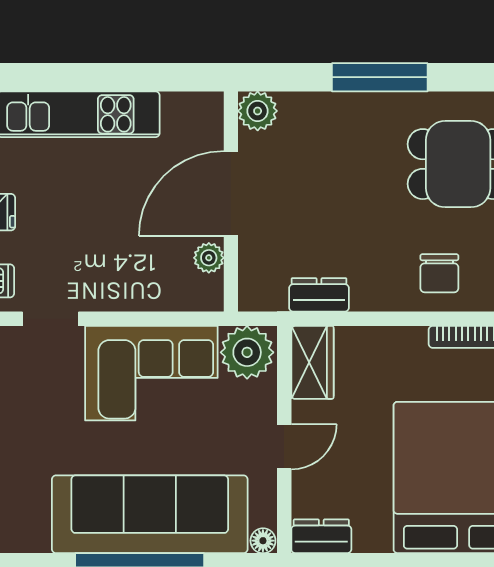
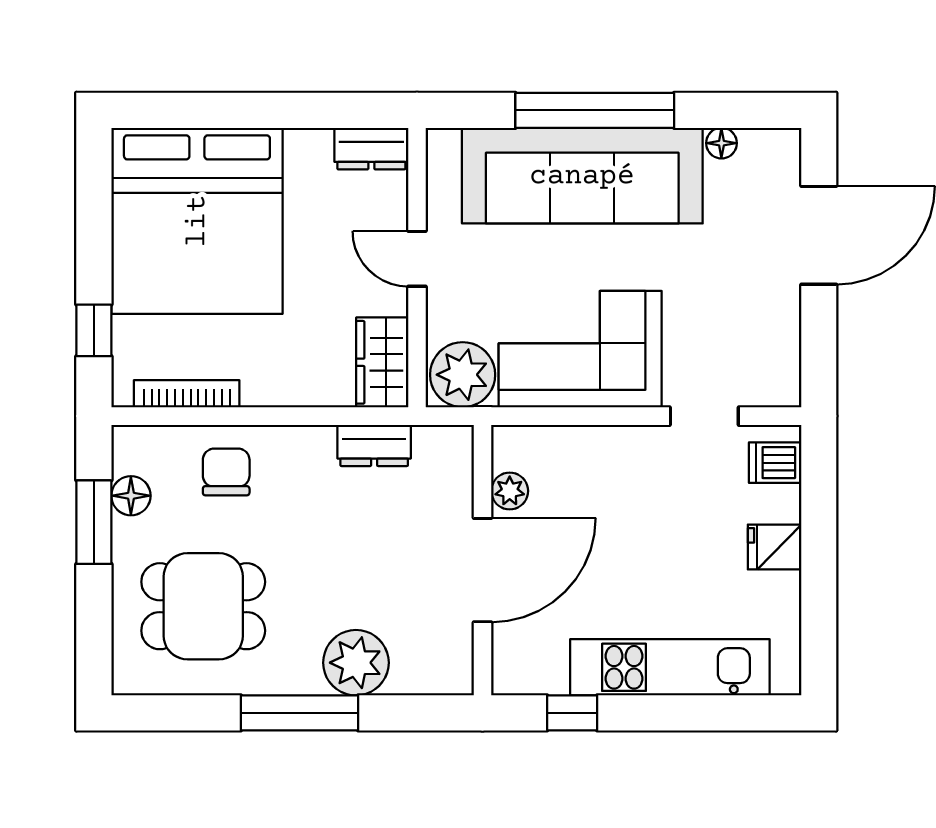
window: (158, 77) -> (572, 713), added
plant: (258, 111) -> (356, 663), moved, width x1.36, depth x1.36
door: (284, 447) -> (417, 259), hinge flipped
floor lamp: (263, 541) -> (721, 143), moved

